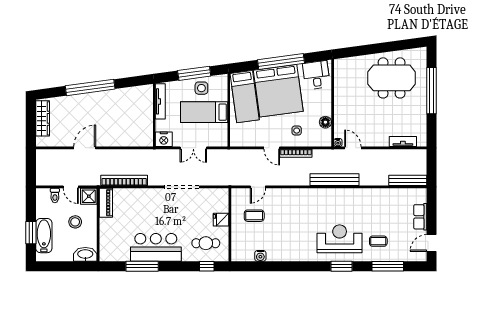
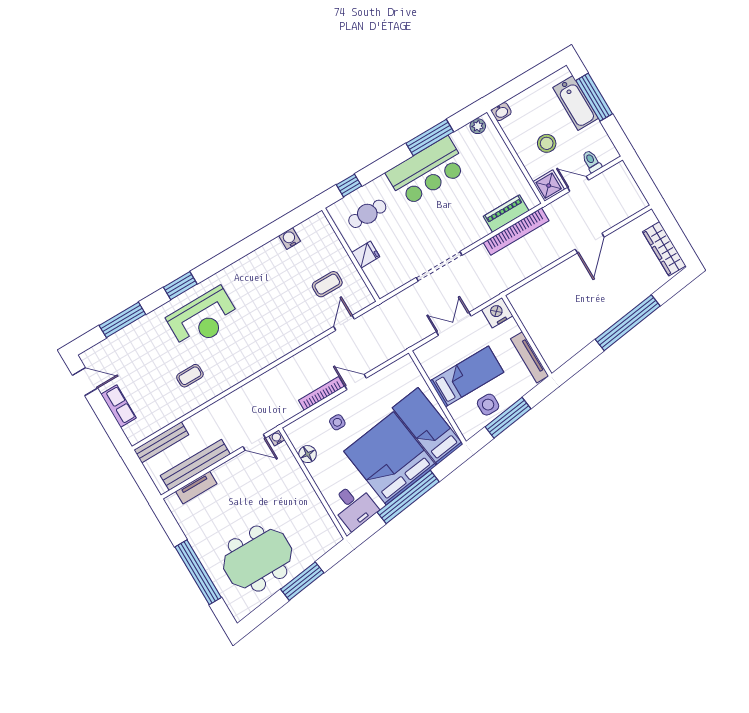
window: (373, 49) -> (302, 581), added
bench: (334, 180) -> (195, 465), moved
piano: (106, 203) -> (506, 213), moved, turned 90
window: (31, 233) -> (594, 97), width x1.44
coffee table: (378, 241) -> (190, 376), moved
door: (432, 243) -> (85, 382), hinge flipped
washbasin: (85, 254) -> (501, 112), width x0.52, depth x0.69
plant: (110, 256) -> (478, 126), added

